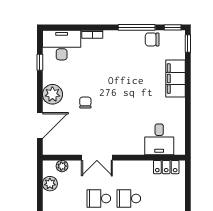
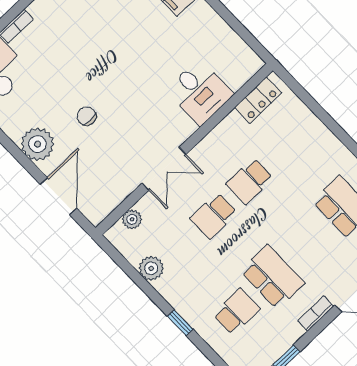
desk: (159, 139) -> (200, 92), moved
plant: (50, 184) -> (151, 268), moved

